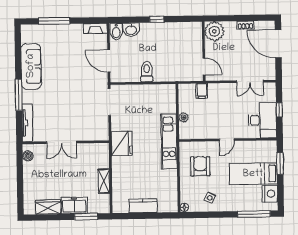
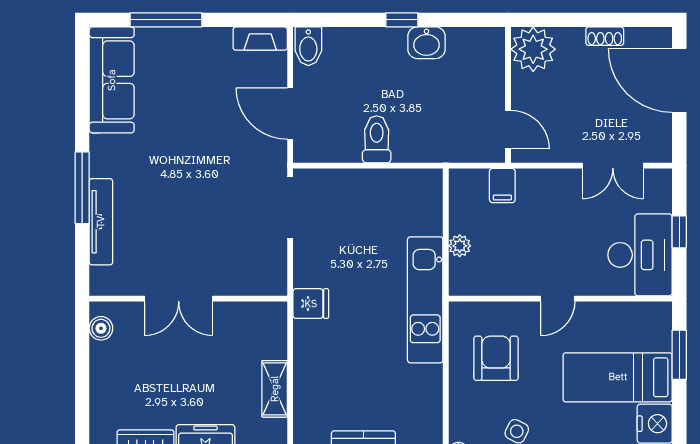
washbasin: (131, 30) -> (426, 43), moved
sofa: (31, 66) -> (112, 80), moved
tv unit: (27, 123) -> (101, 222), moved
fridge: (122, 144) -> (311, 304), width x0.53, depth x0.75

